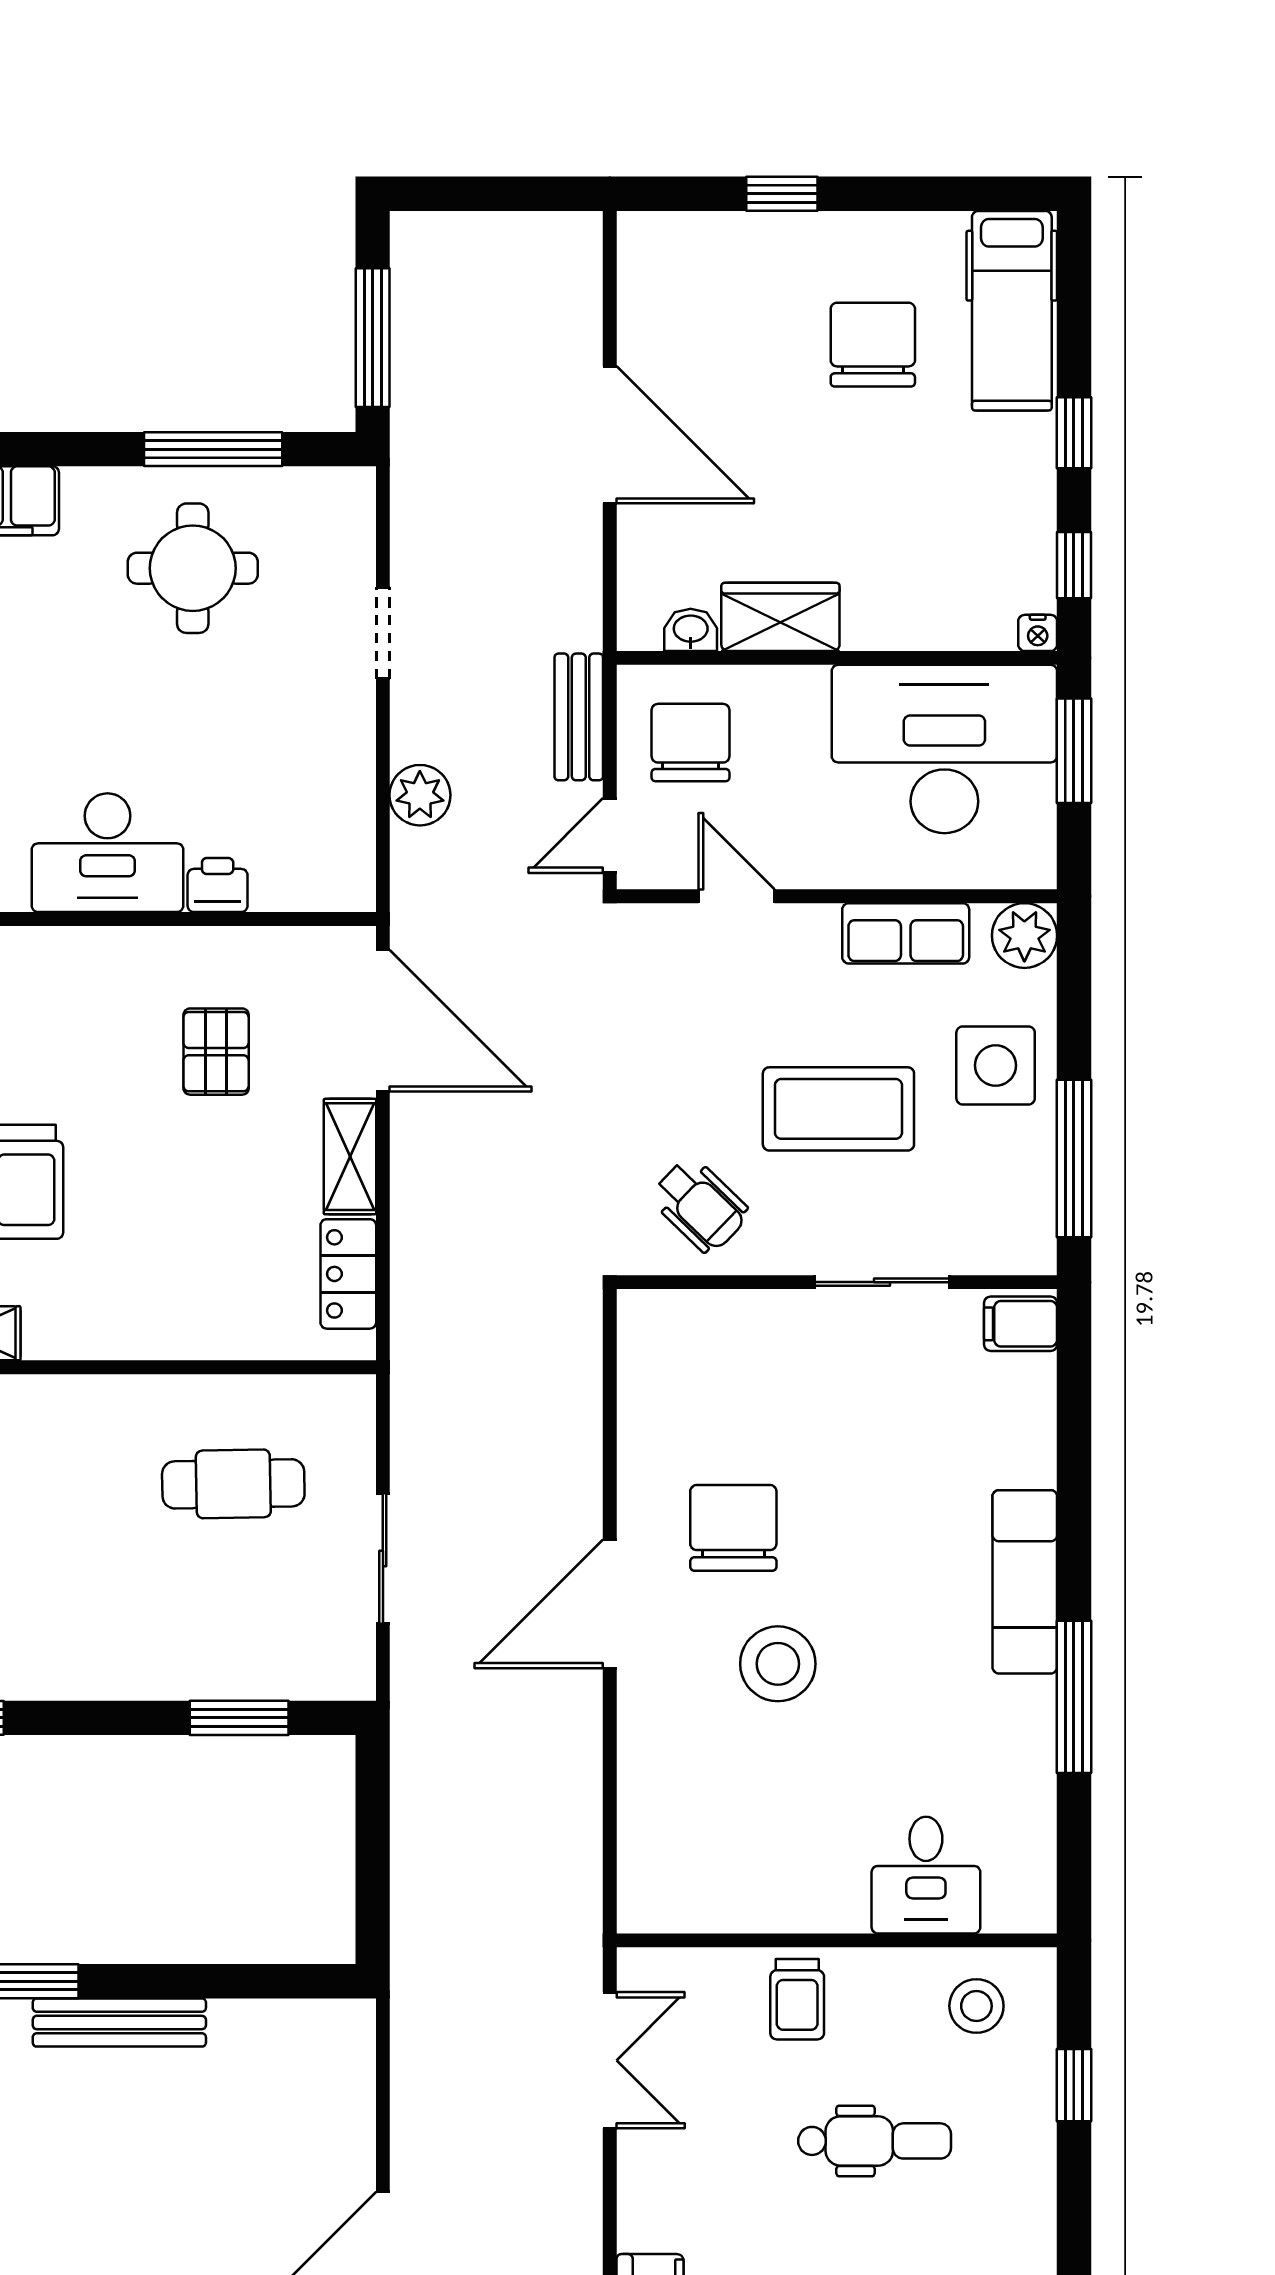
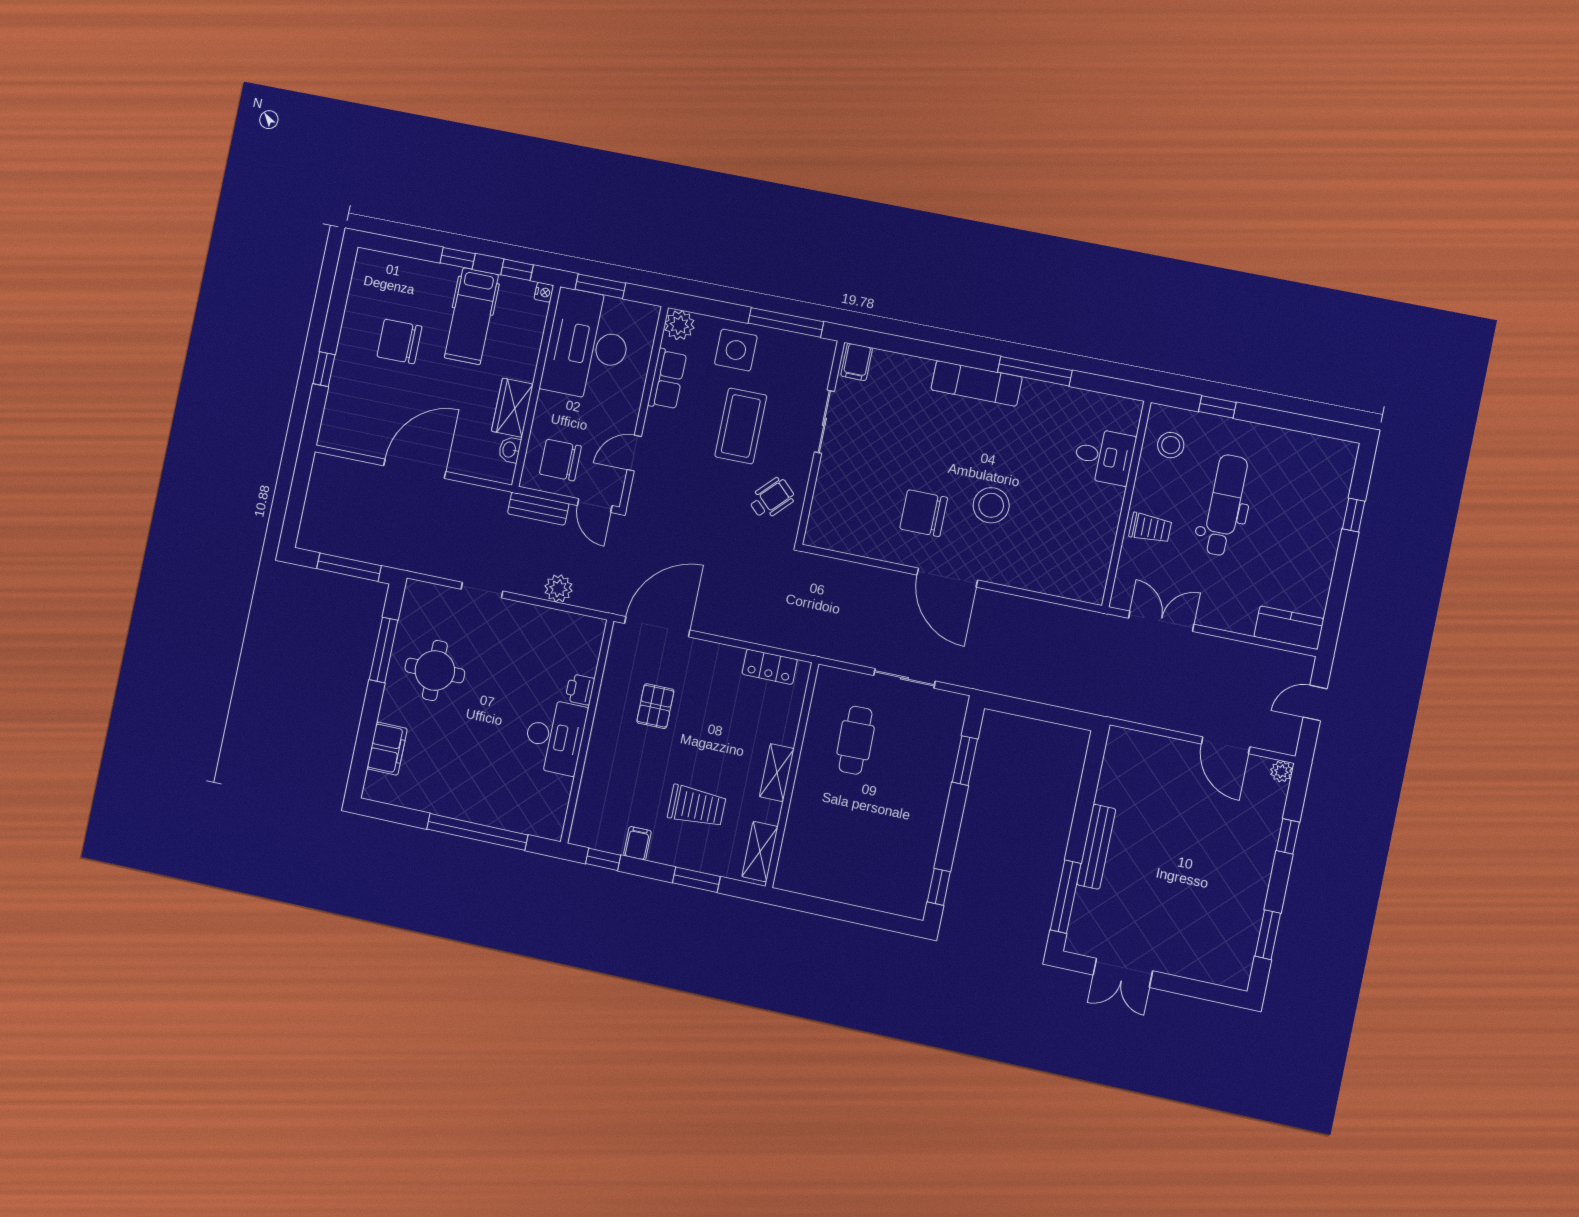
hospital bed: (1012, 311) -> (471, 316), moved, turned 90
pallet: (216, 1052) -> (655, 706), turned 90
shelving: (350, 1157) -> (777, 773), moved, turned 90
dental chair: (875, 2141) -> (1225, 505), width x1.36, depth x1.38

